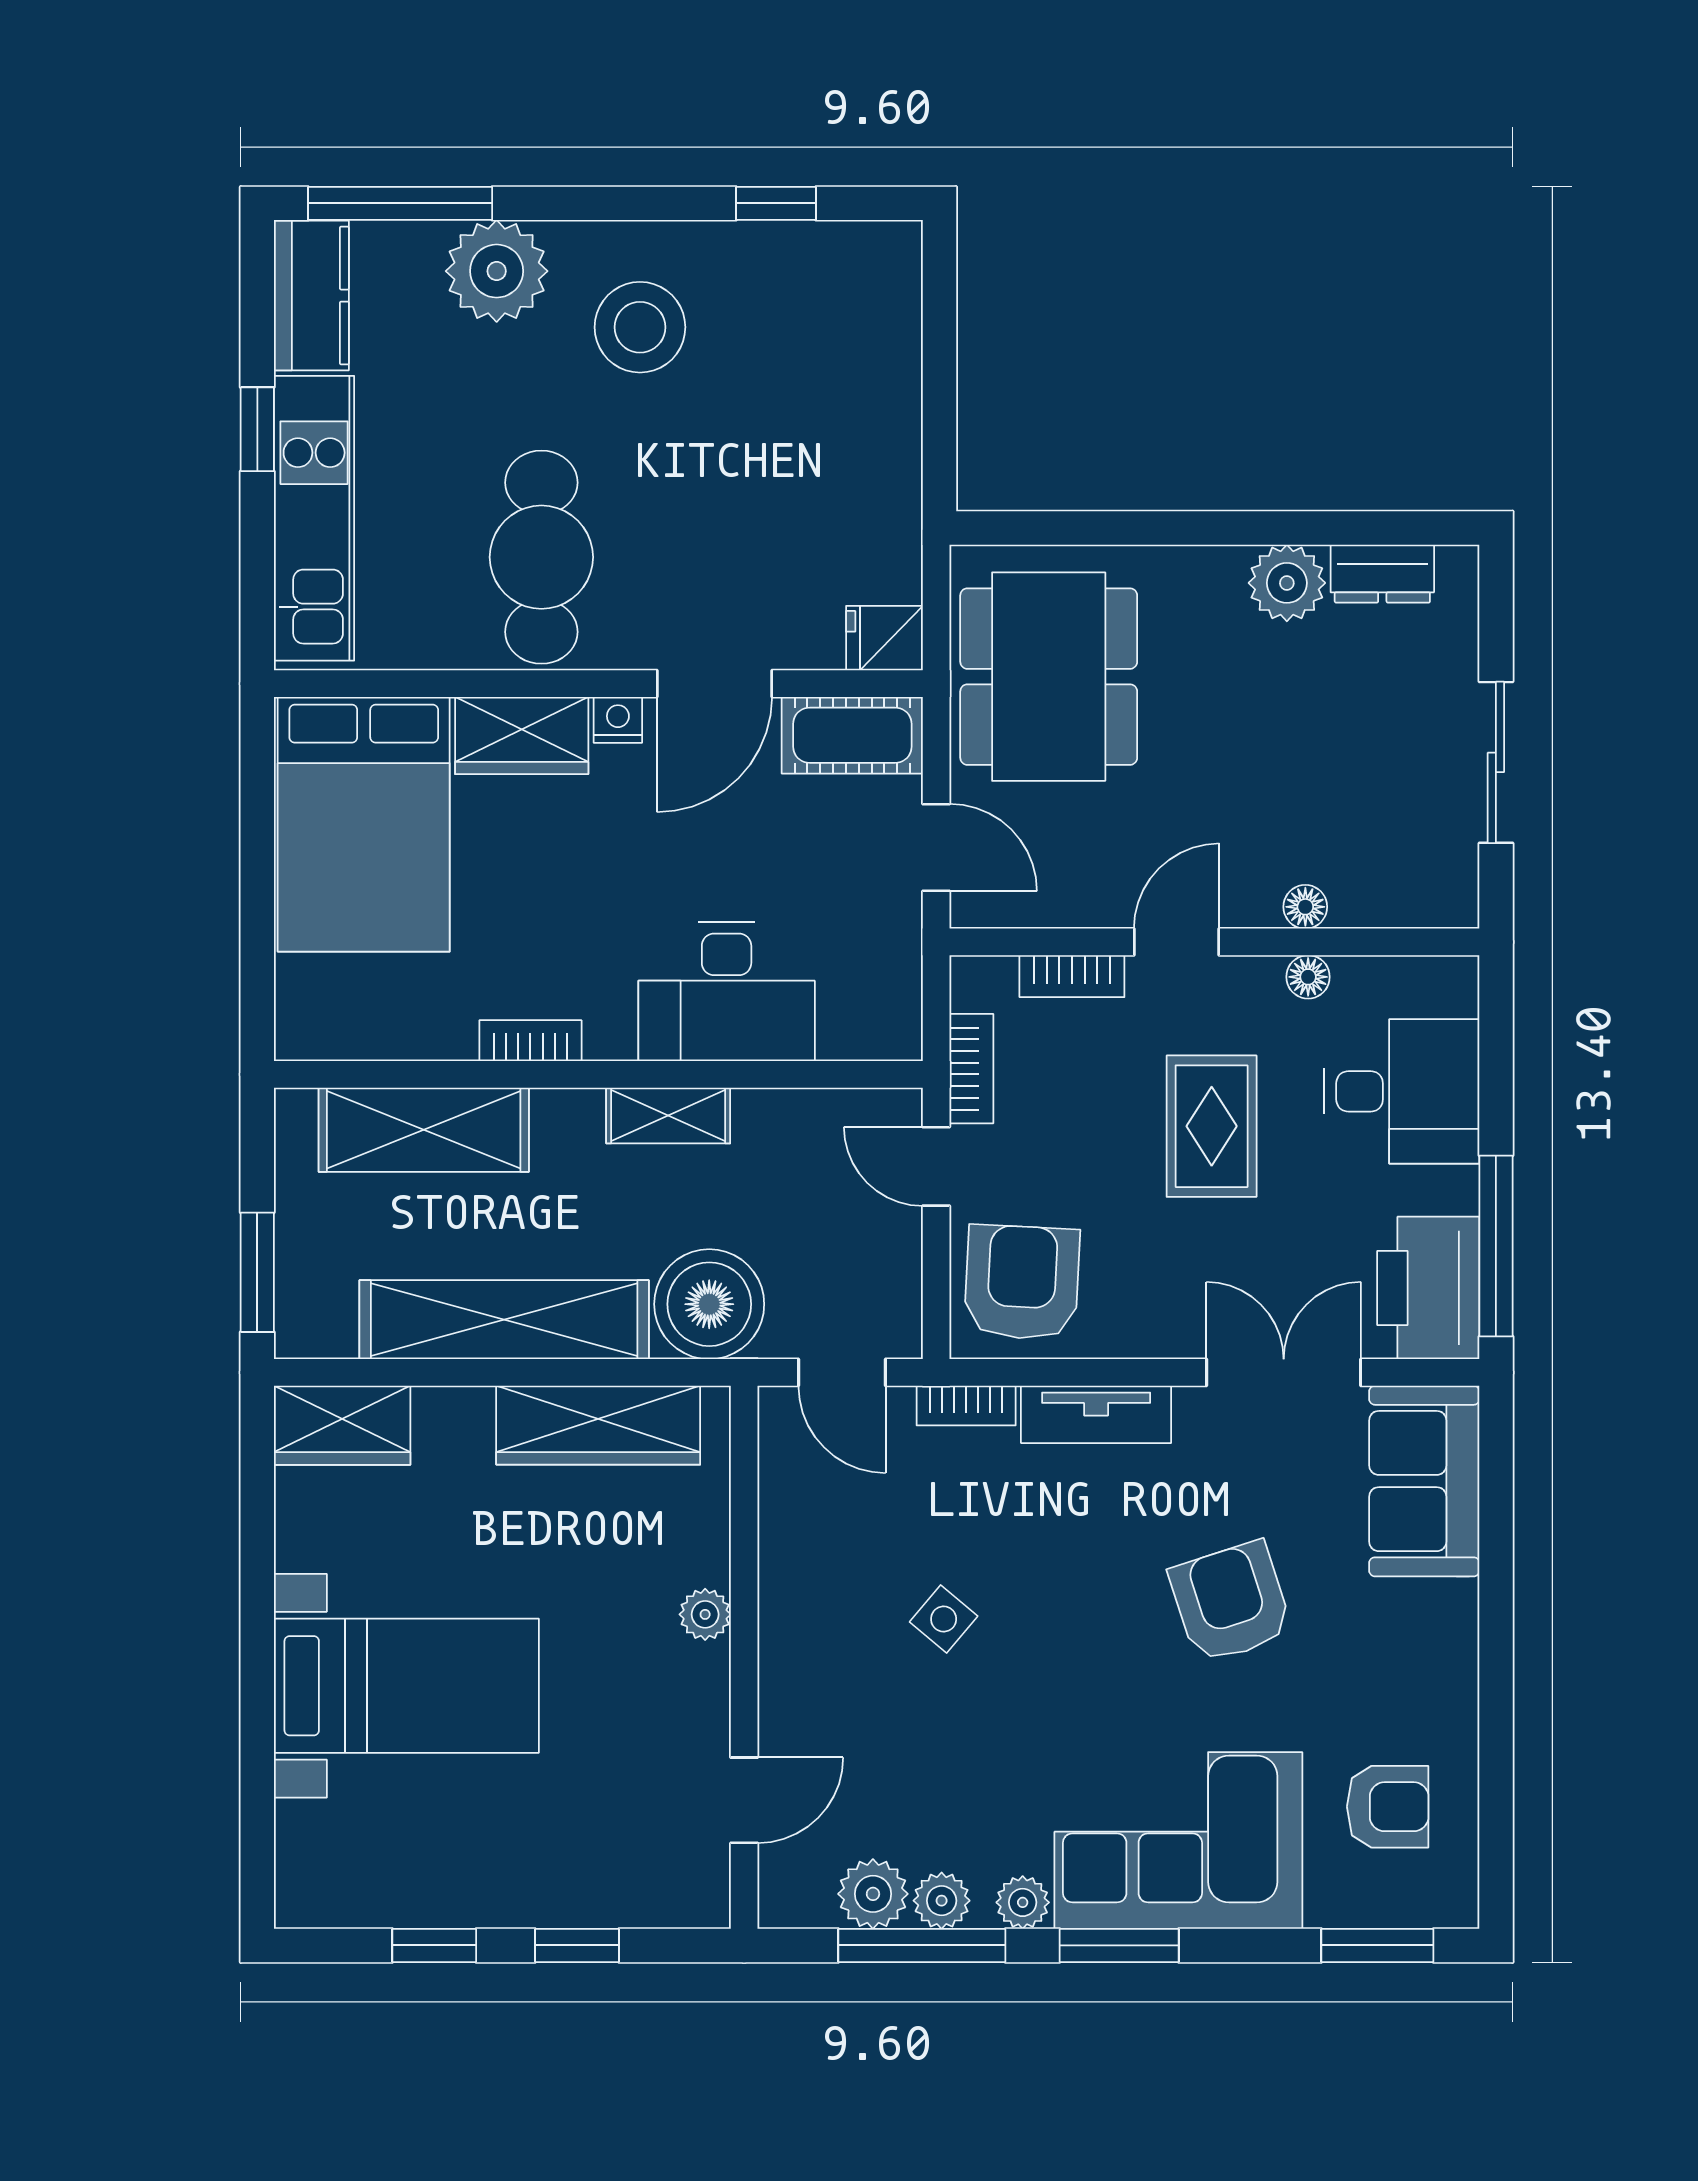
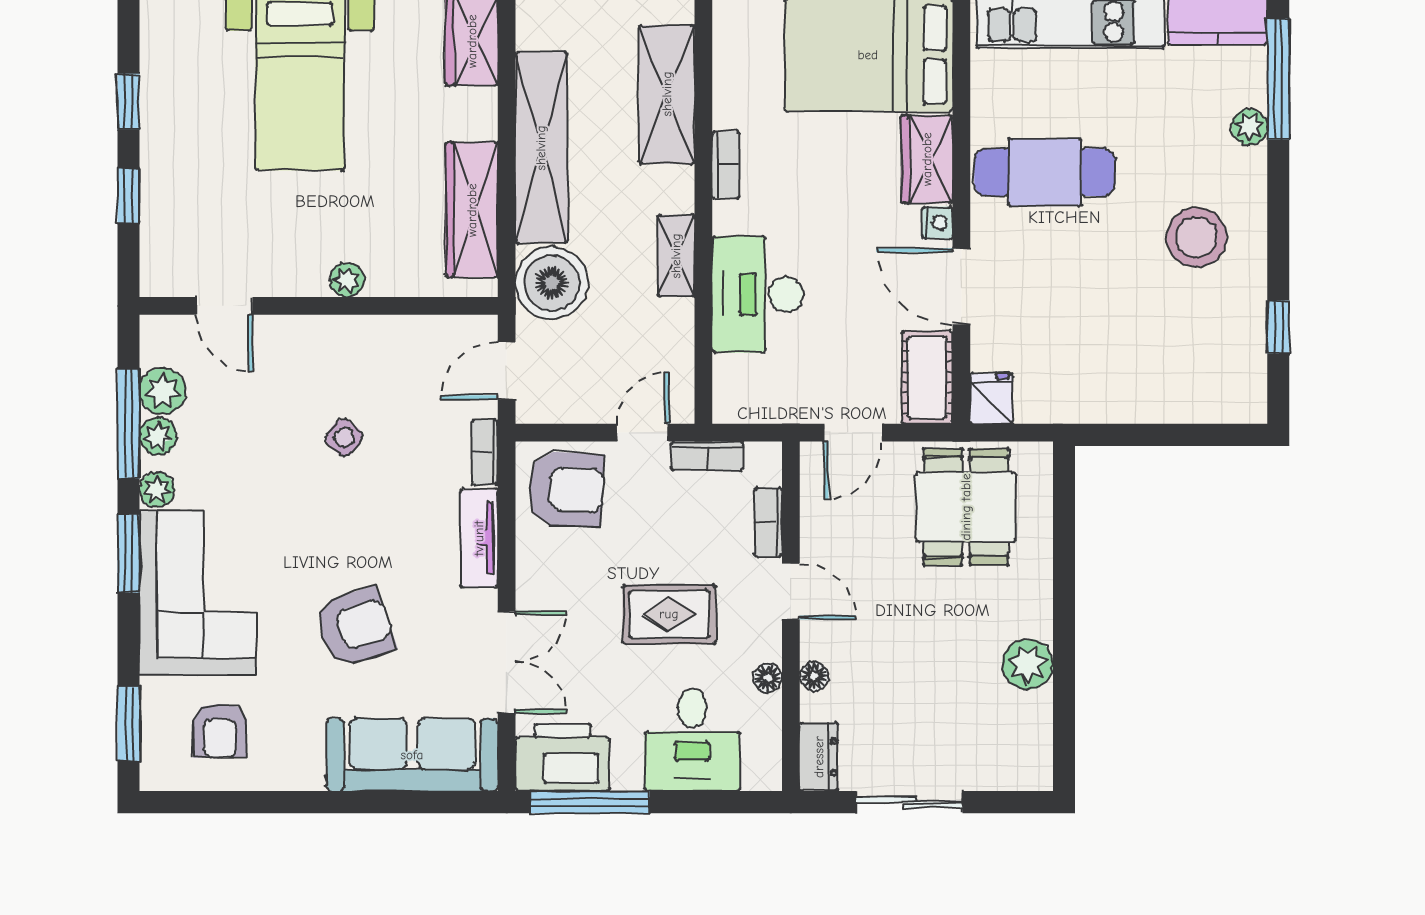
plant: (497, 271) -> (1249, 127), width x0.53, depth x0.53
dresser: (1382, 574) -> (819, 757), moved, turned 180
dining table: (1049, 677) -> (966, 507), width x0.73
sofa: (1424, 1481) -> (412, 755), width x1.36

